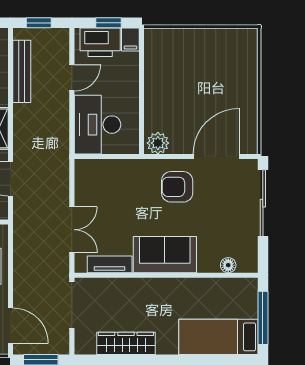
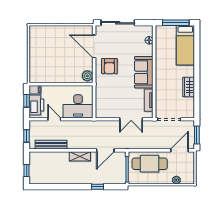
double door: (72, 230) -> (131, 119), swing flipped
wardrobe: (126, 343) -> (189, 87), width x0.67

